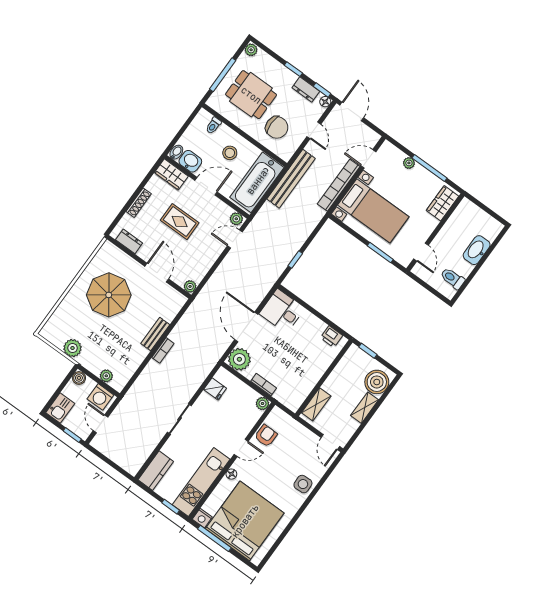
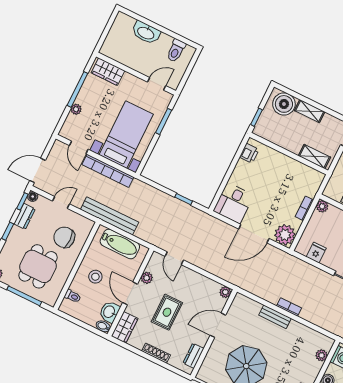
chair: (277, 127) -> (64, 237), turned -90
bathtub: (257, 182) -> (120, 244), width x0.73, depth x0.73
plant: (236, 219) -> (147, 278), moved

